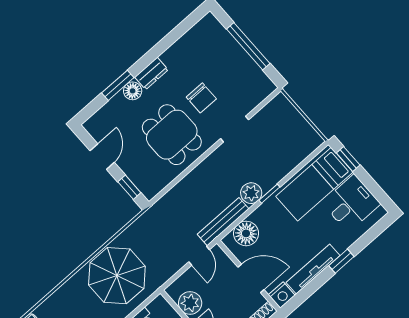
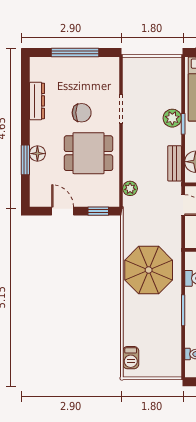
dresser: (152, 73) -> (37, 101), moved, width x1.44
plant: (251, 193) -> (172, 118), moved
plant: (173, 197) -> (130, 188), added
bench: (223, 222) -> (175, 163), width x0.73

